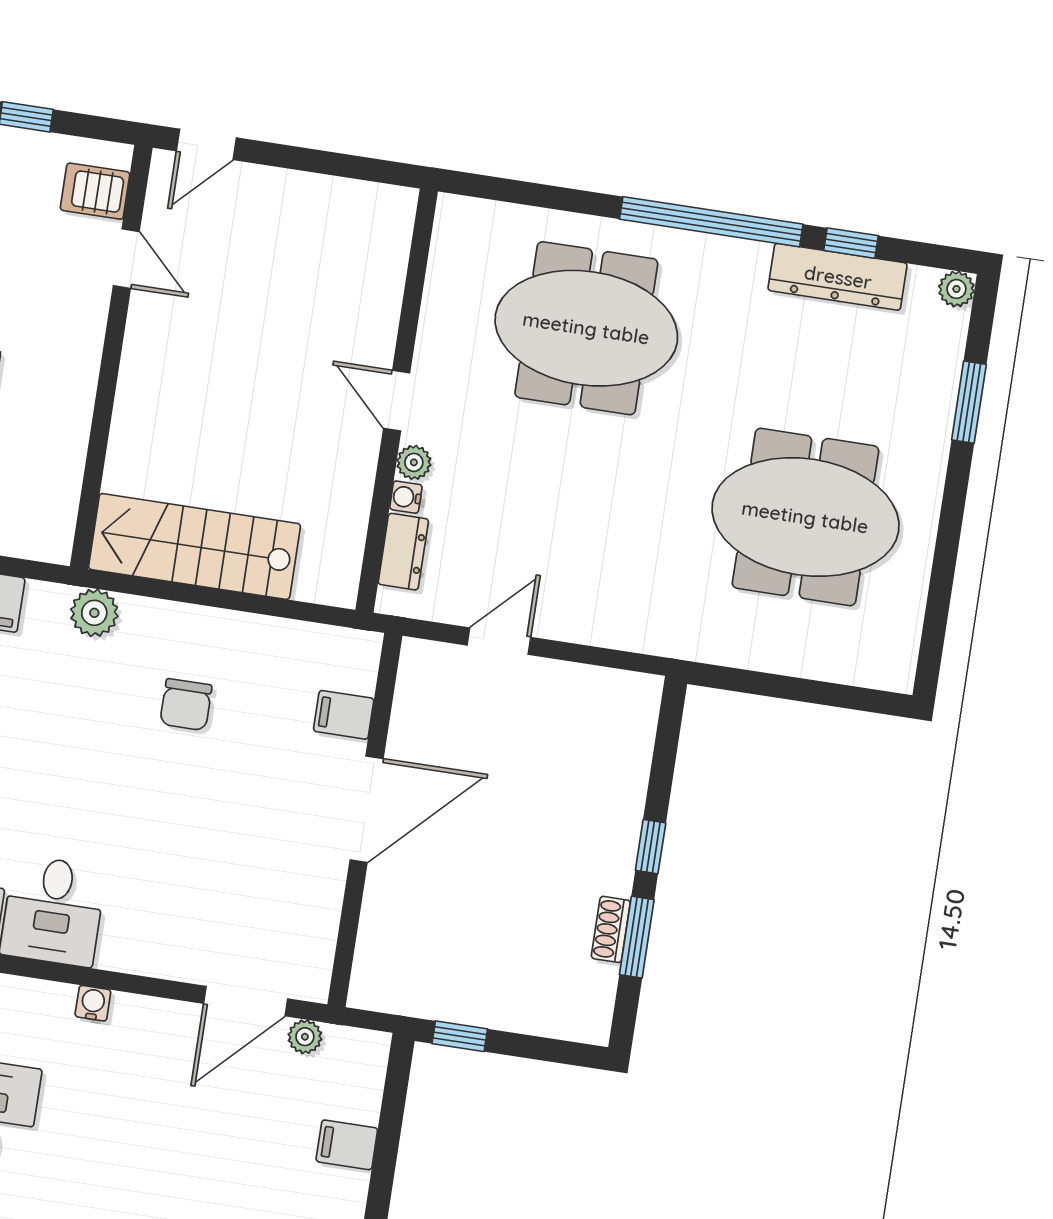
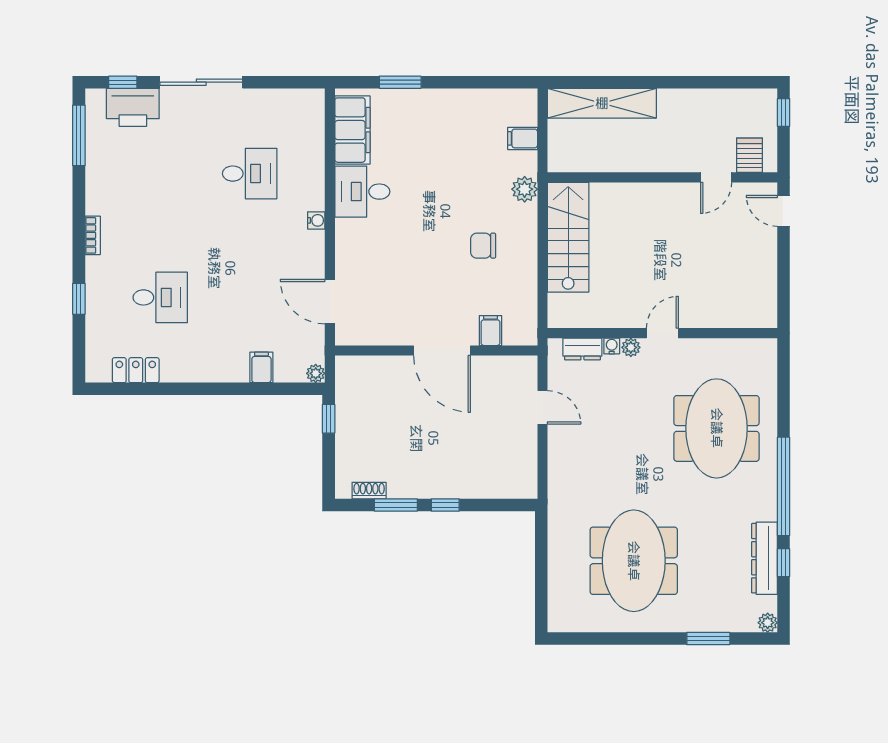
shoe rack: (611, 929) -> (369, 491), moved
plant: (305, 1037) -> (316, 373), moved

